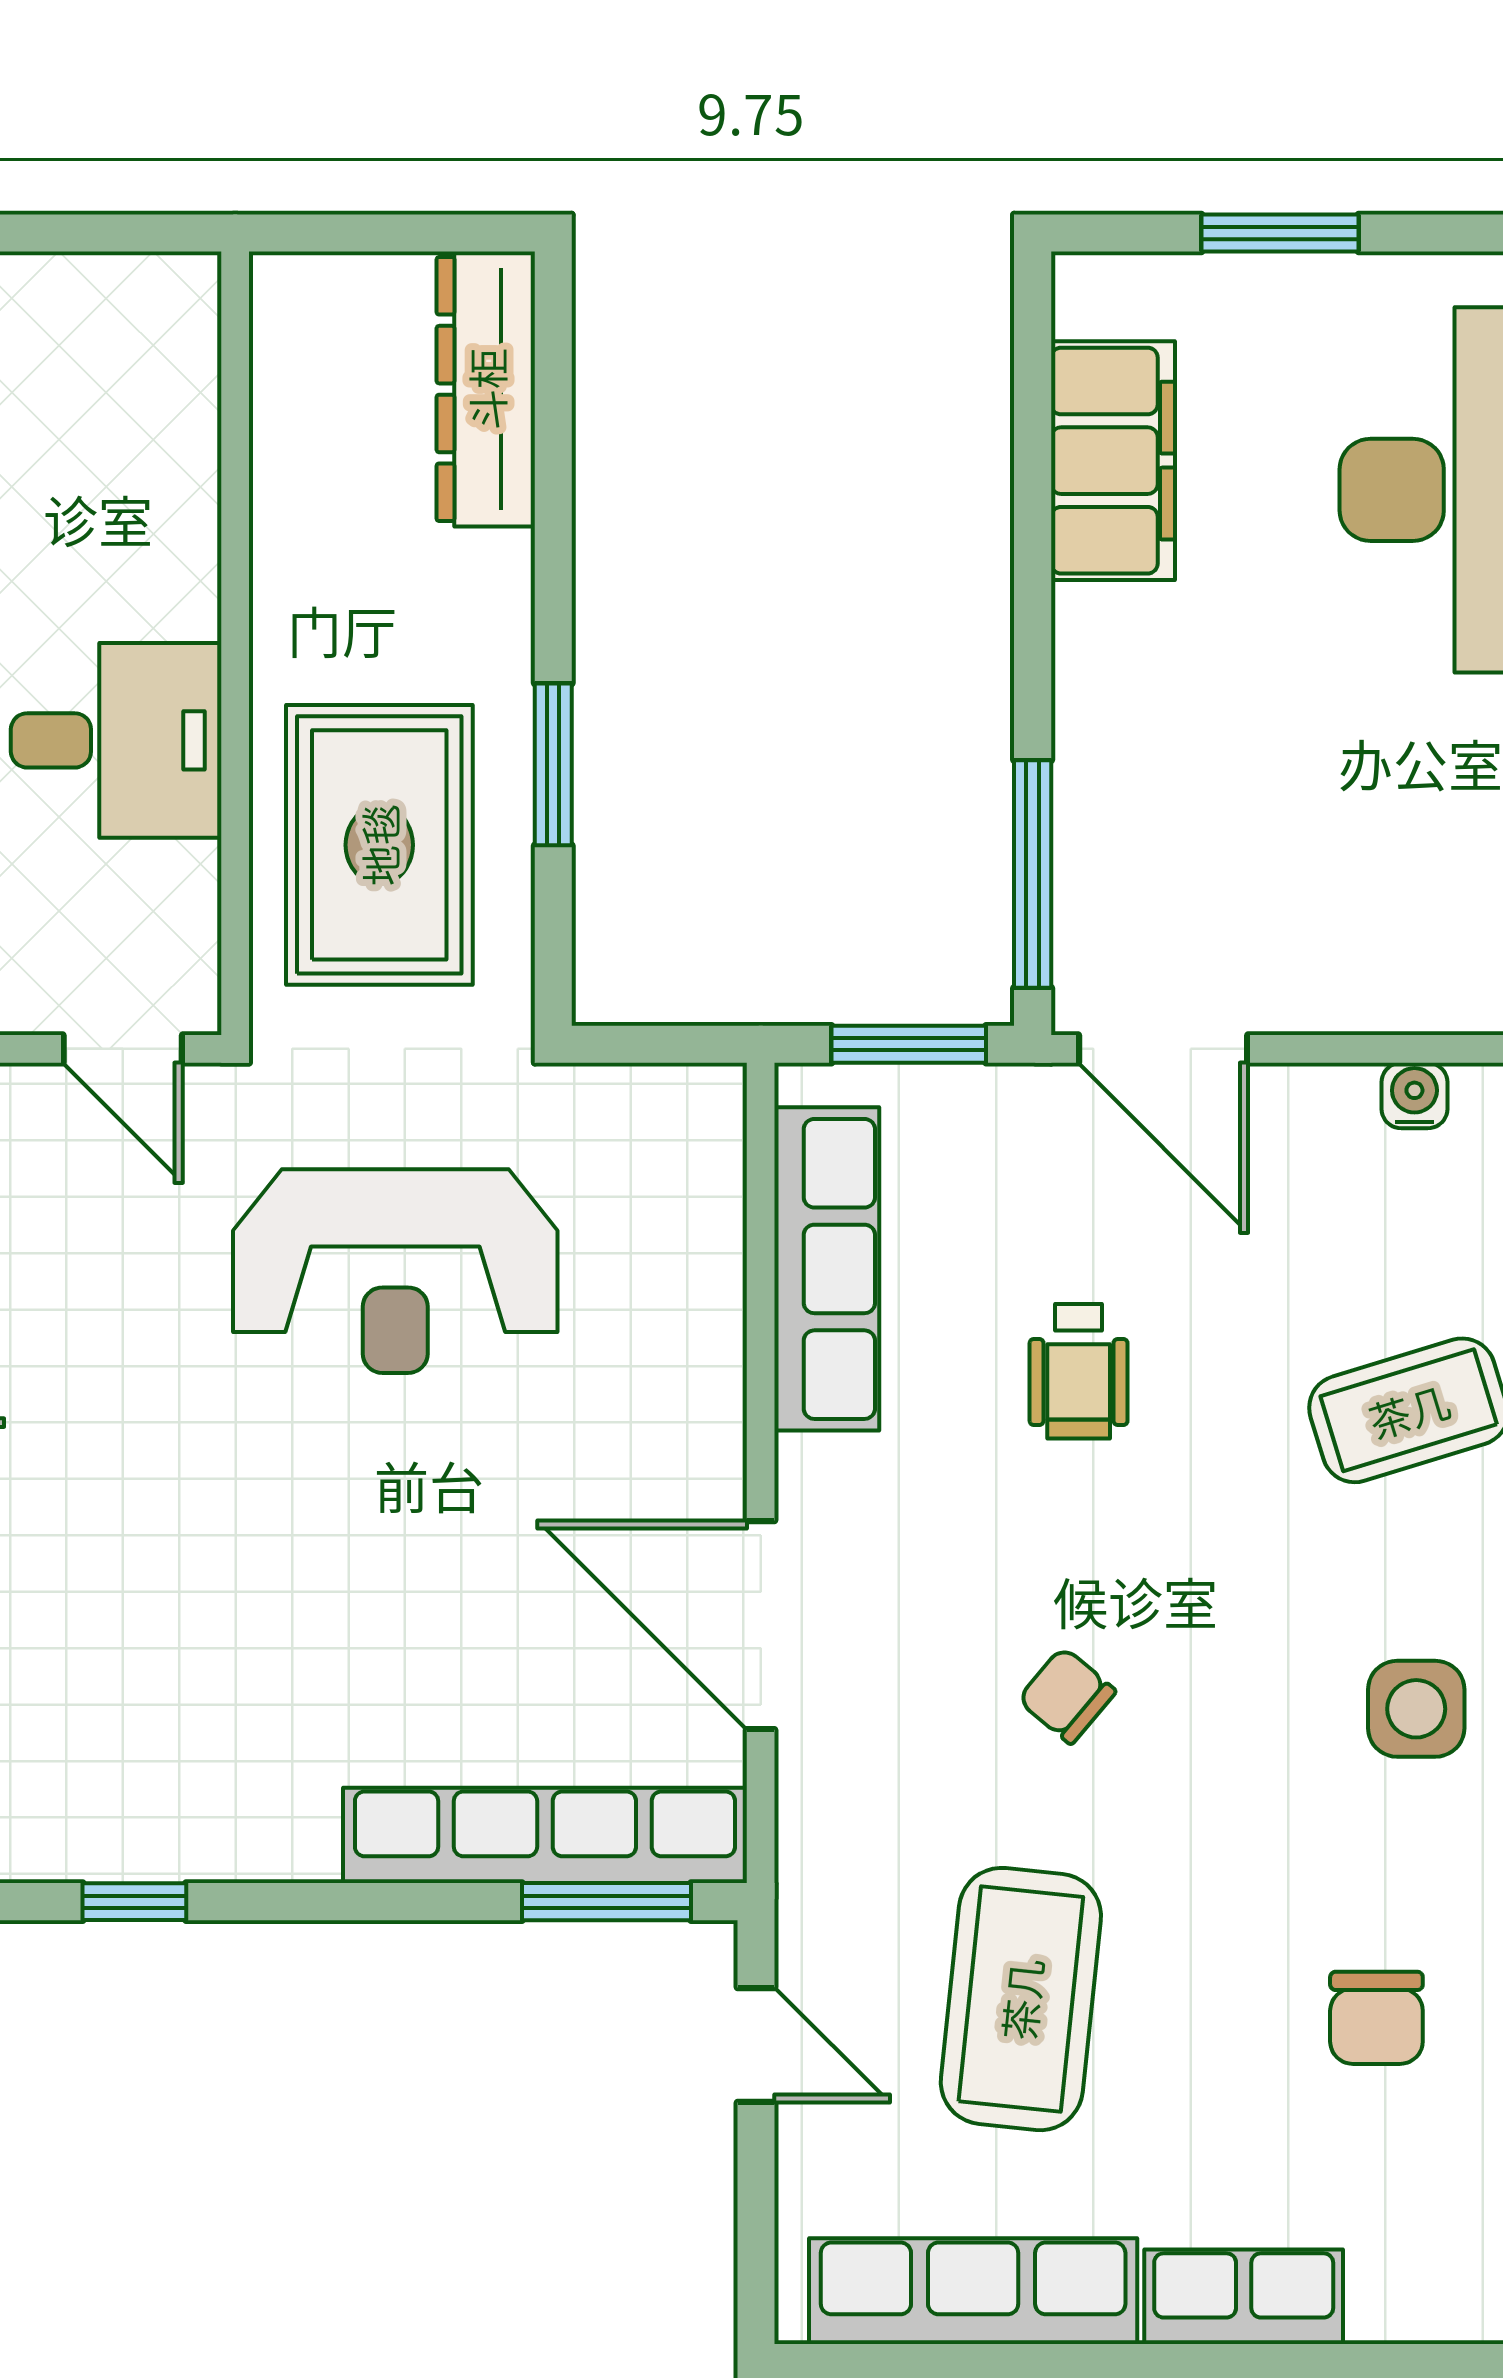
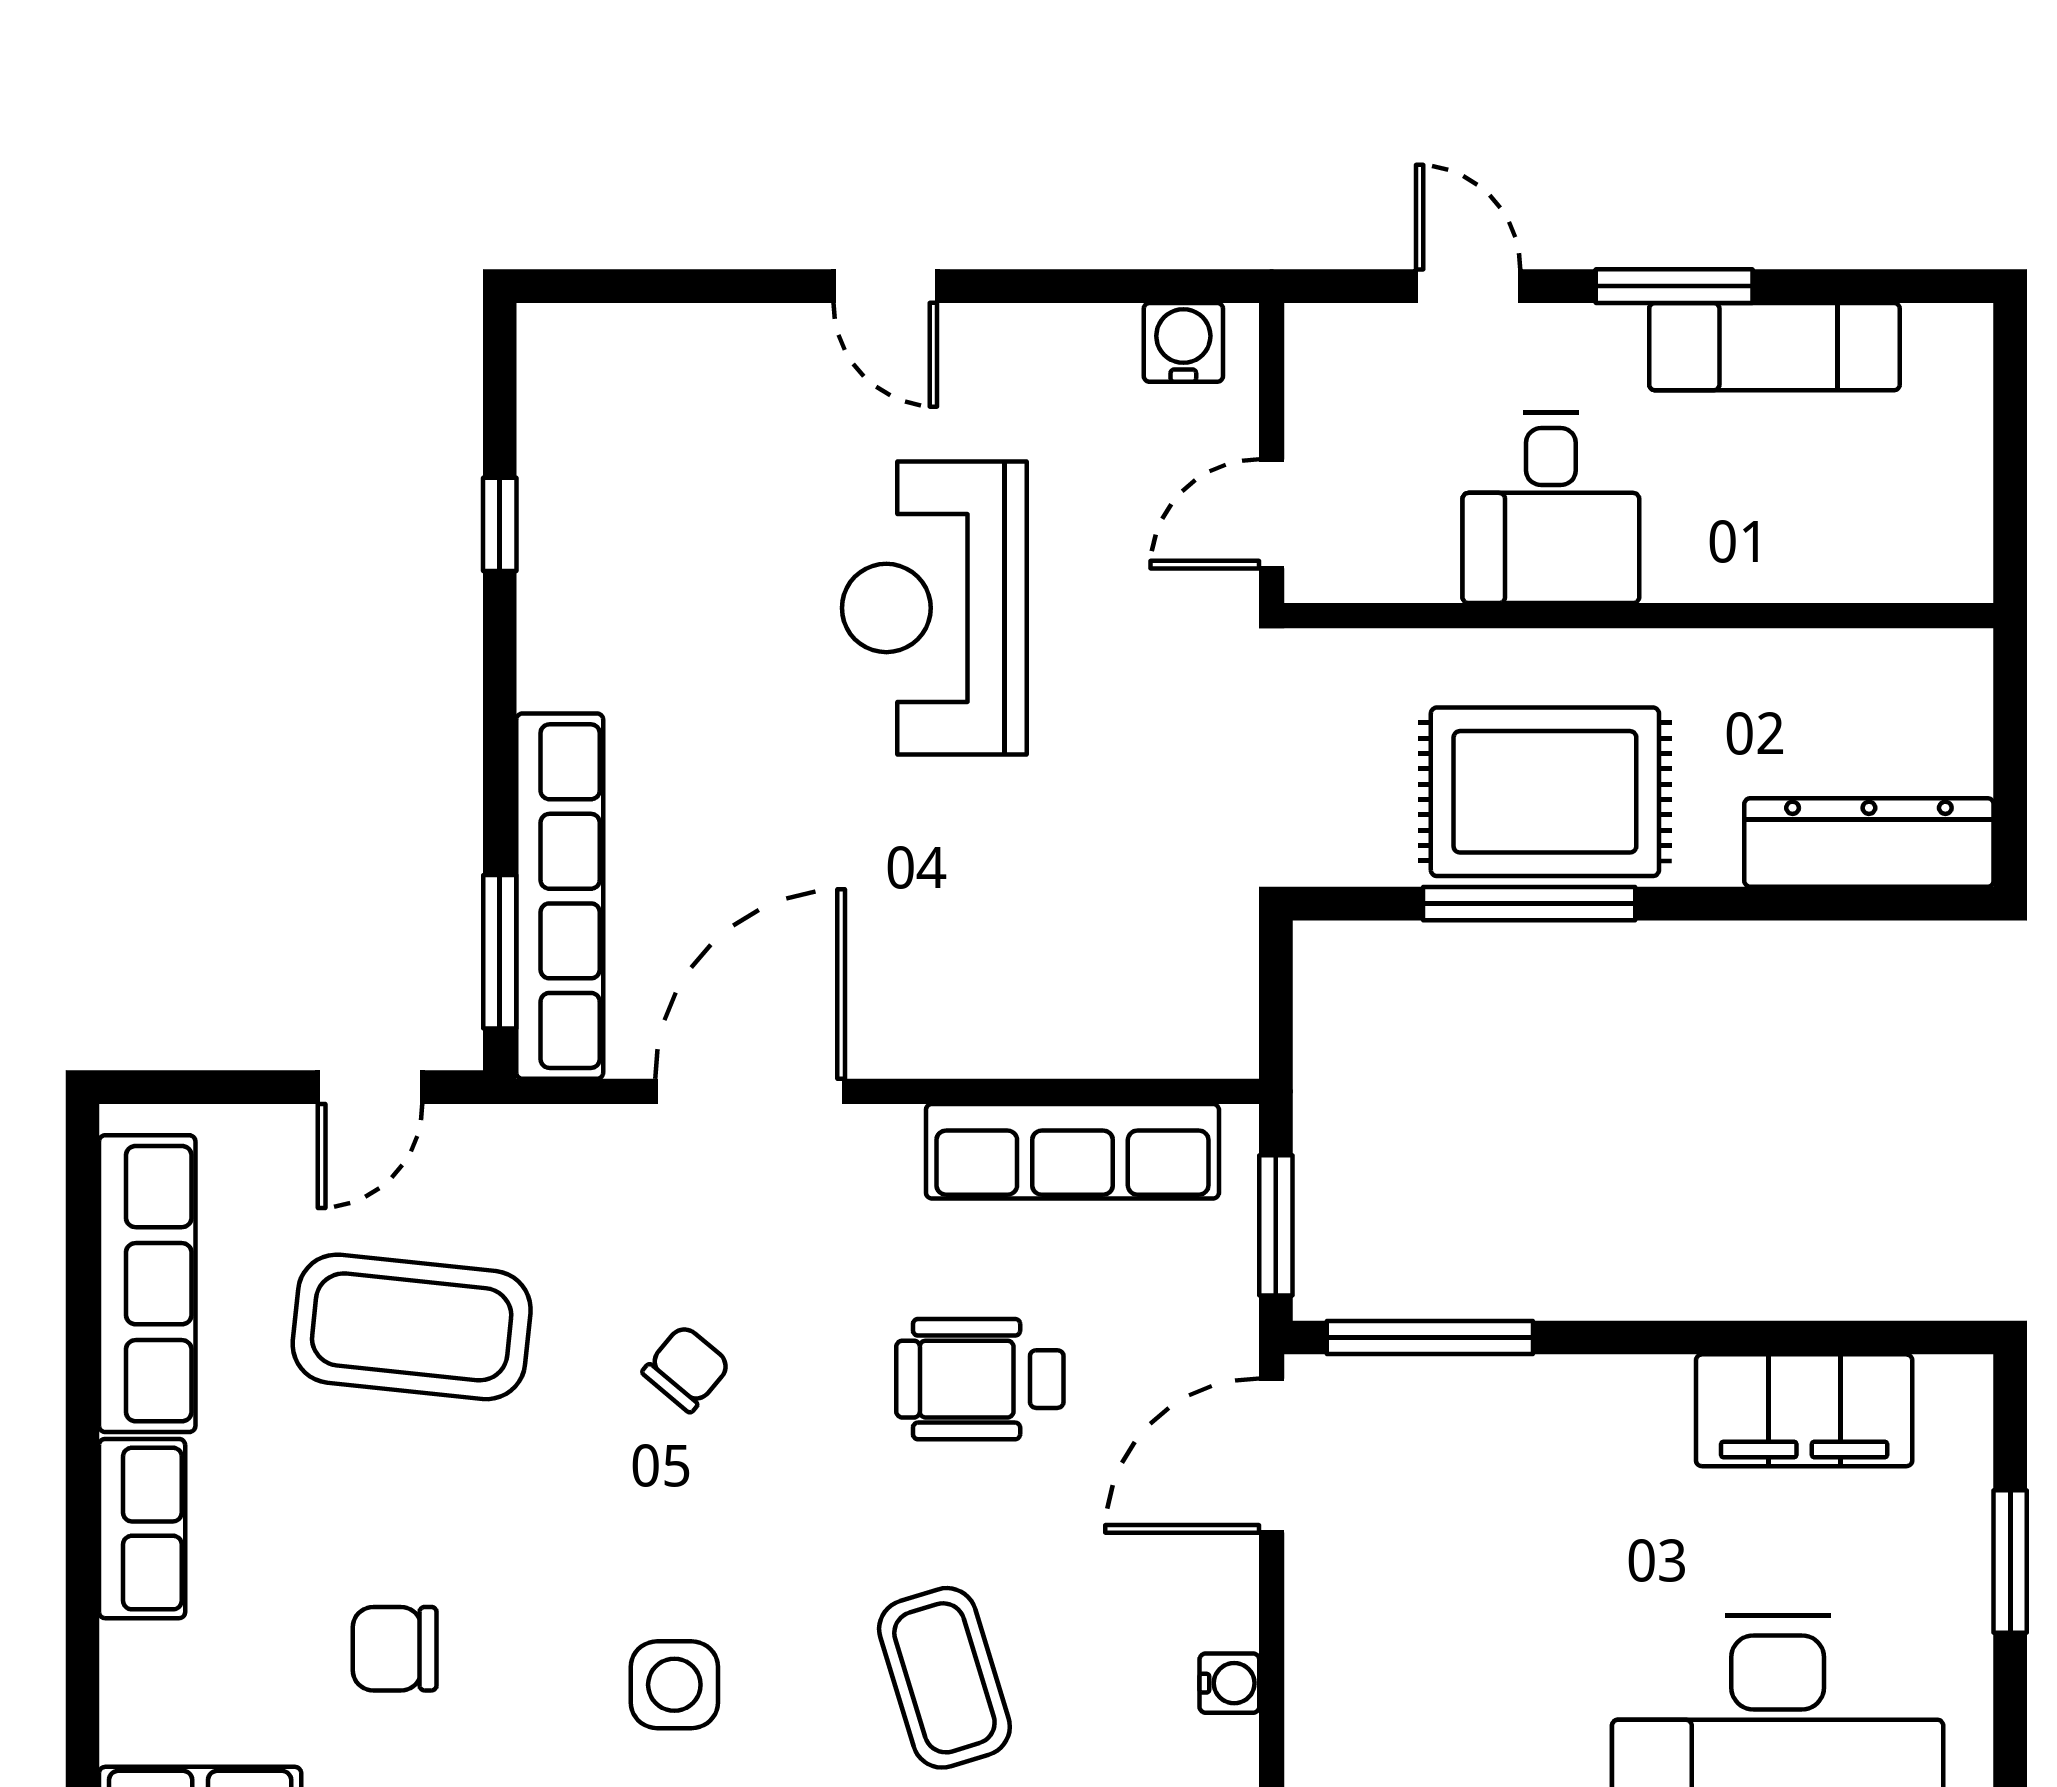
window: (553, 764) -> (1529, 904), width x1.44
rug: (379, 845) -> (1545, 792), moved
reception desk: (395, 1271) -> (934, 608), moved
wheelchair: (1079, 1371) -> (980, 1379), width x1.36, depth x1.37

